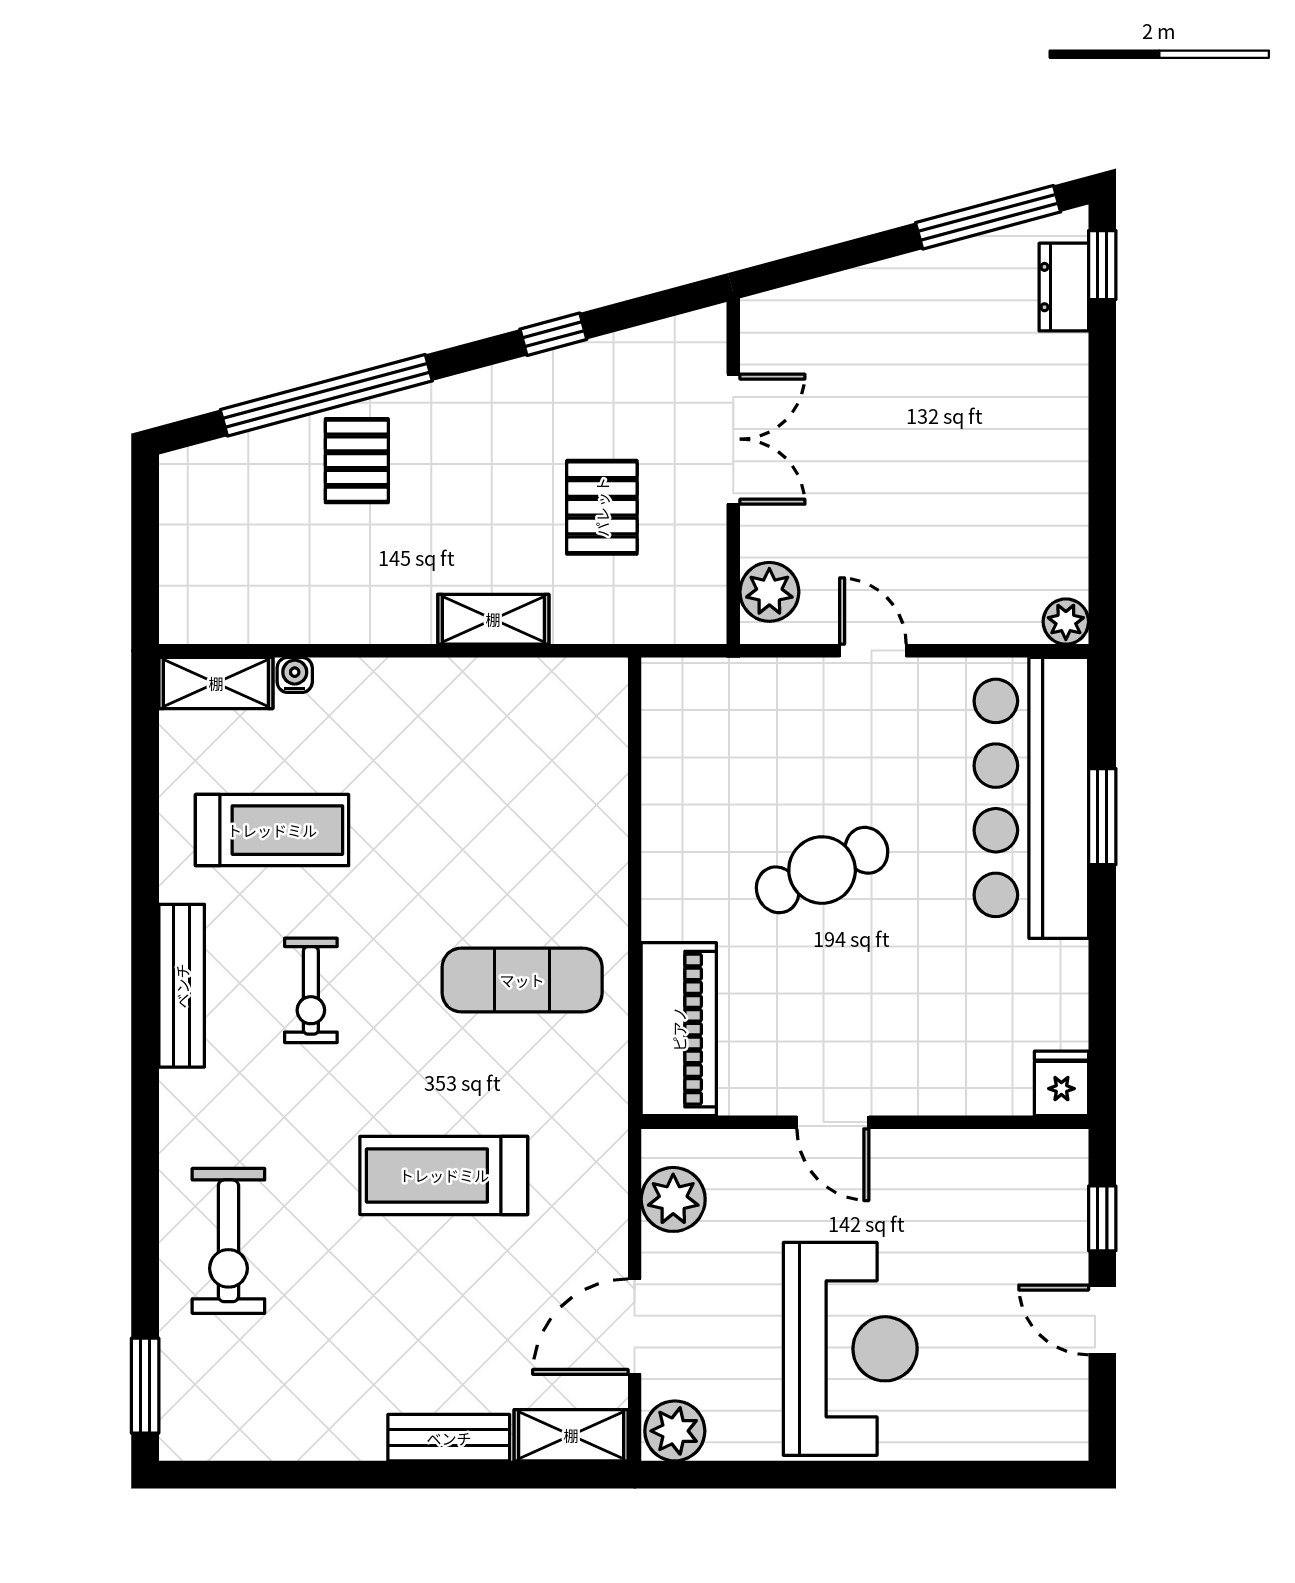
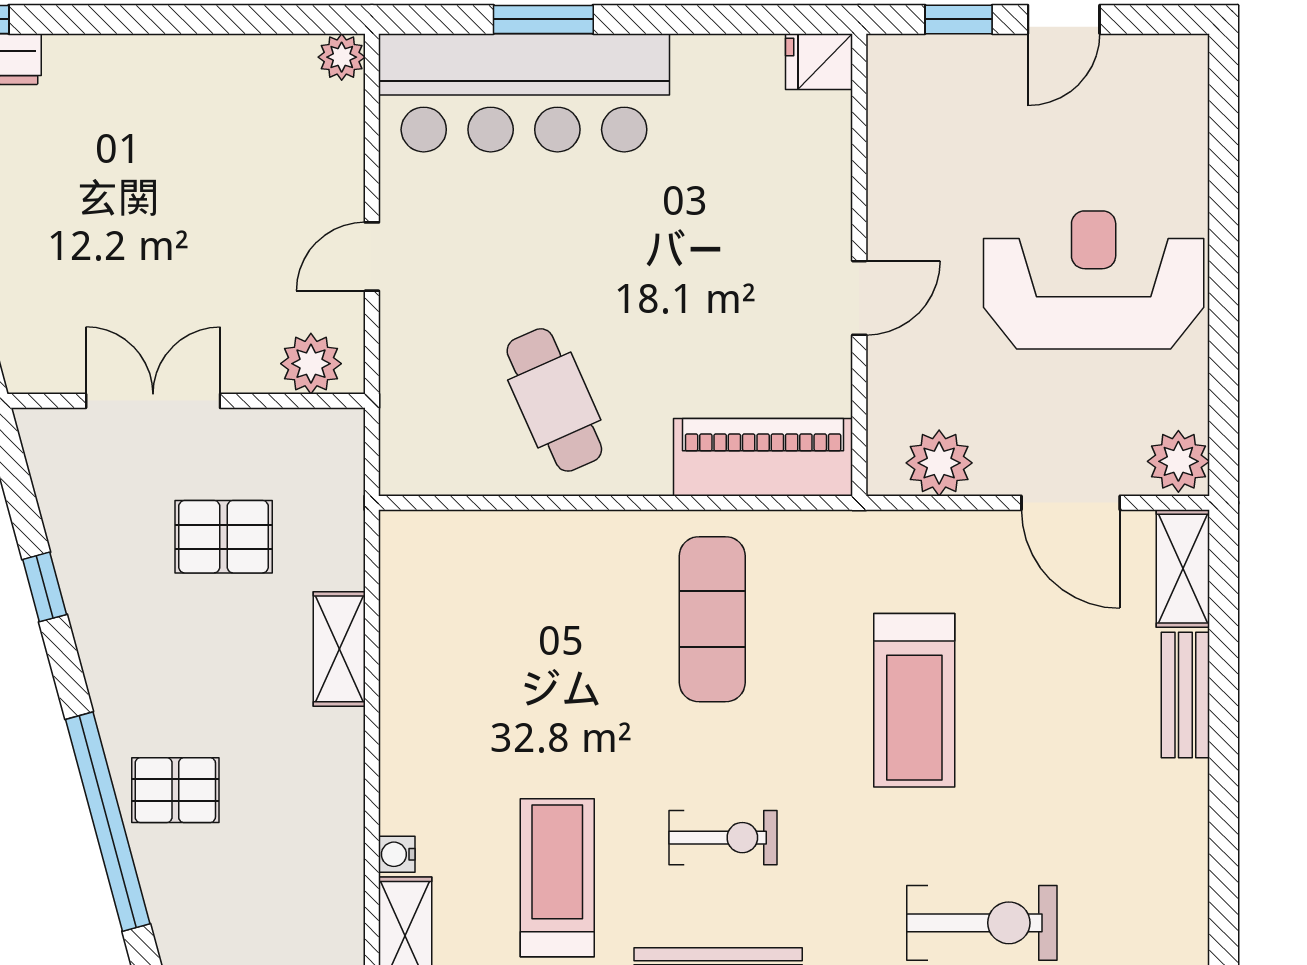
cafe table: (822, 870) -> (554, 400), moved

